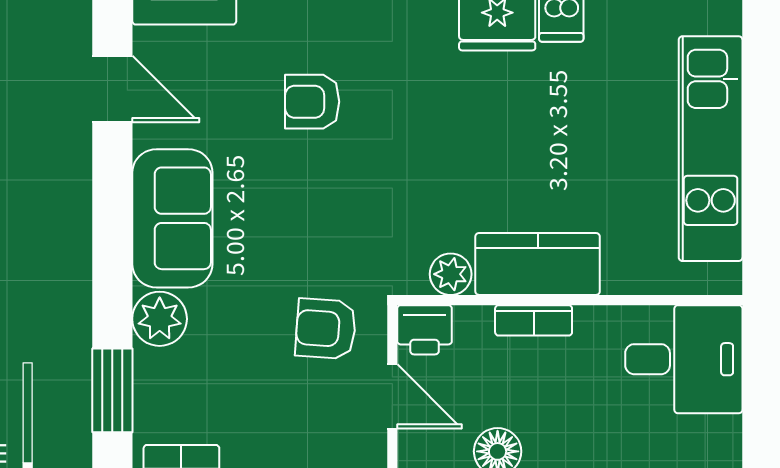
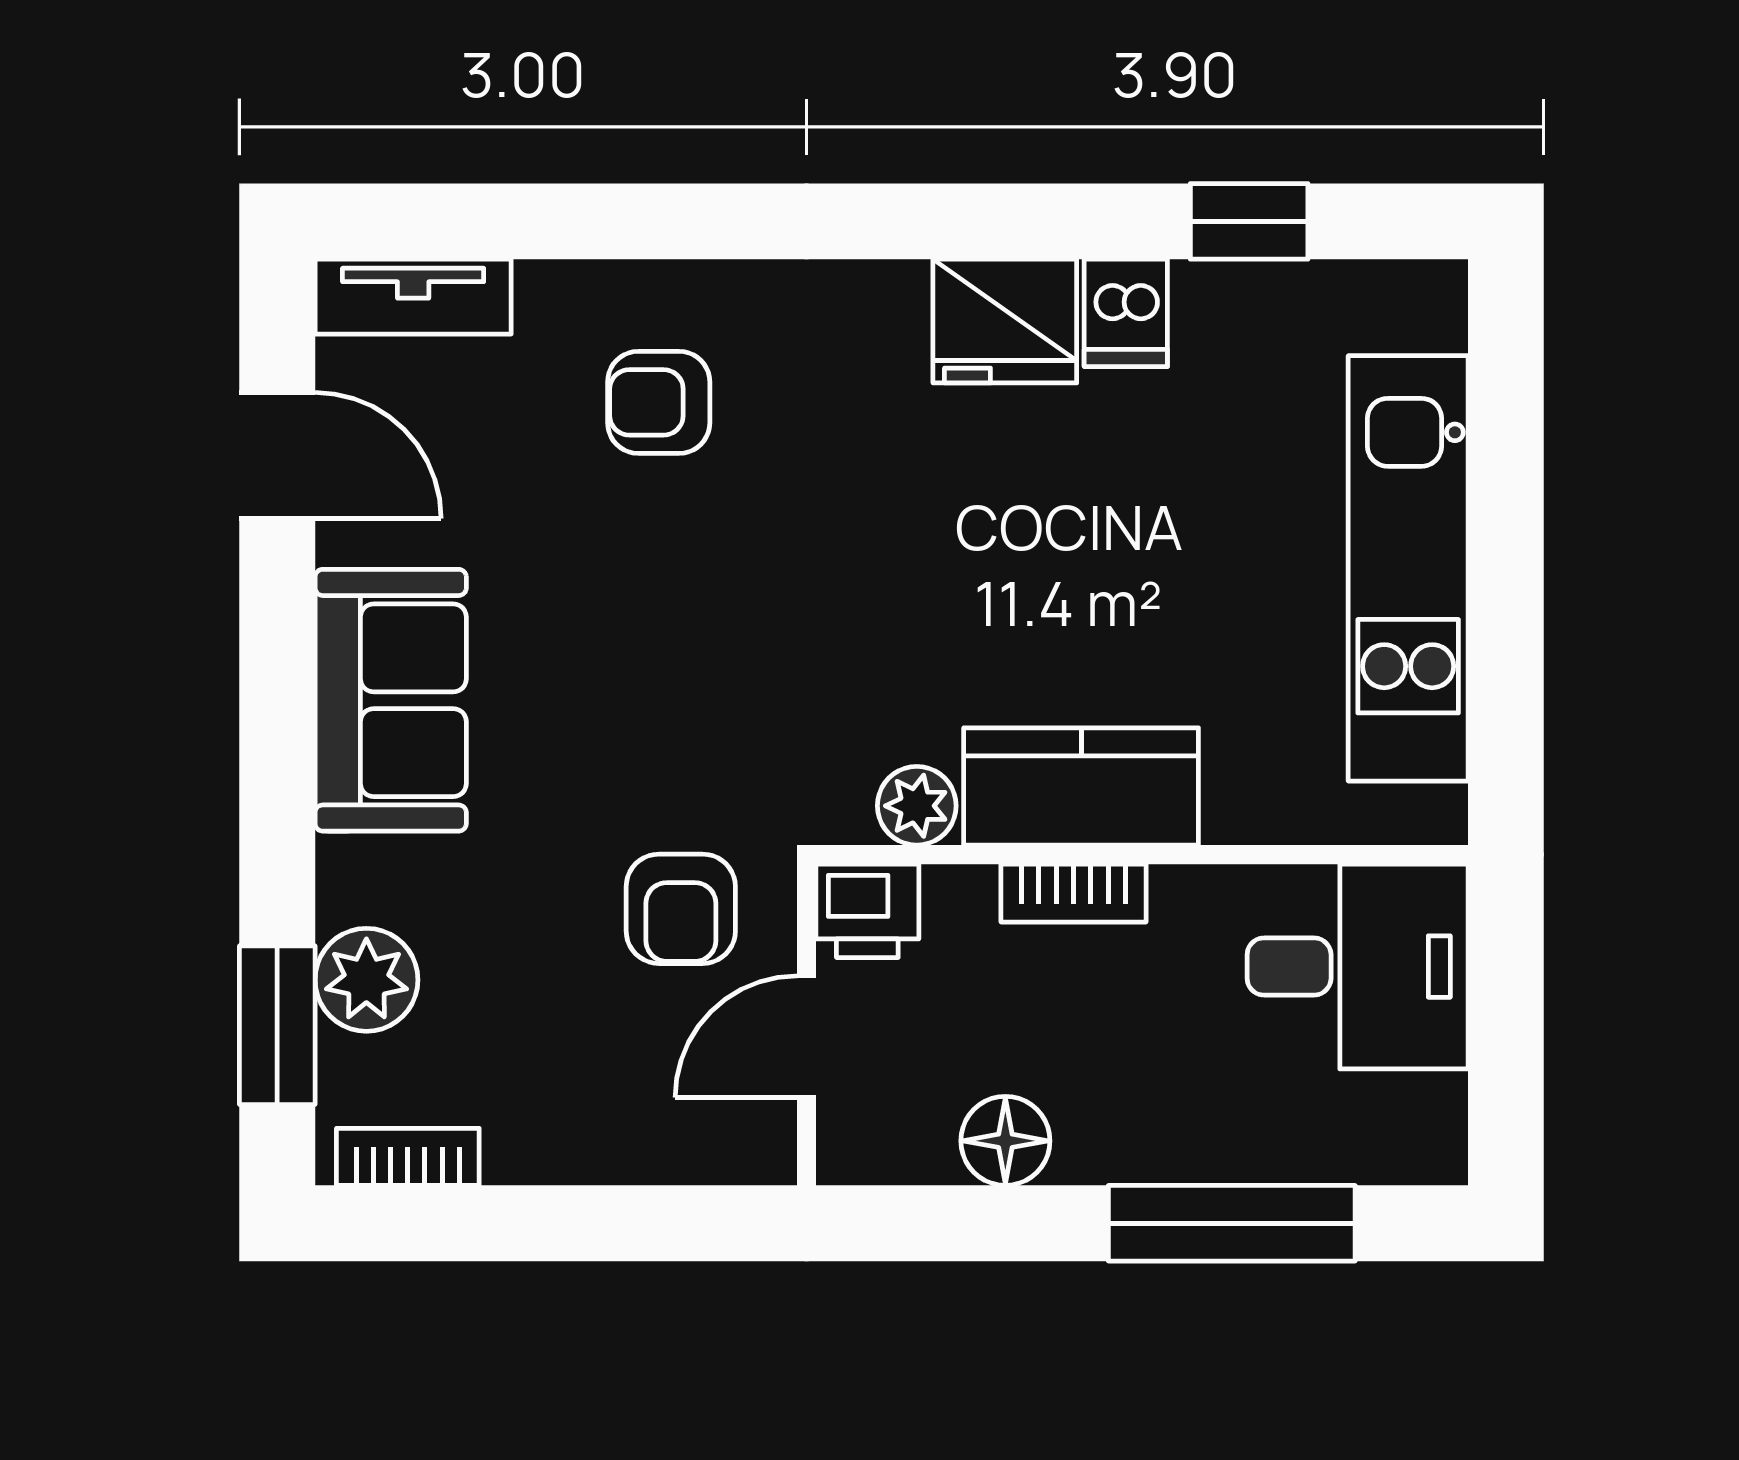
armchair: (312, 102) -> (659, 402), moved
plant: (160, 319) -> (366, 980), moved
armchair: (326, 329) -> (681, 909), turned -94
door: (392, 396) -> (806, 1037), swing flipped

